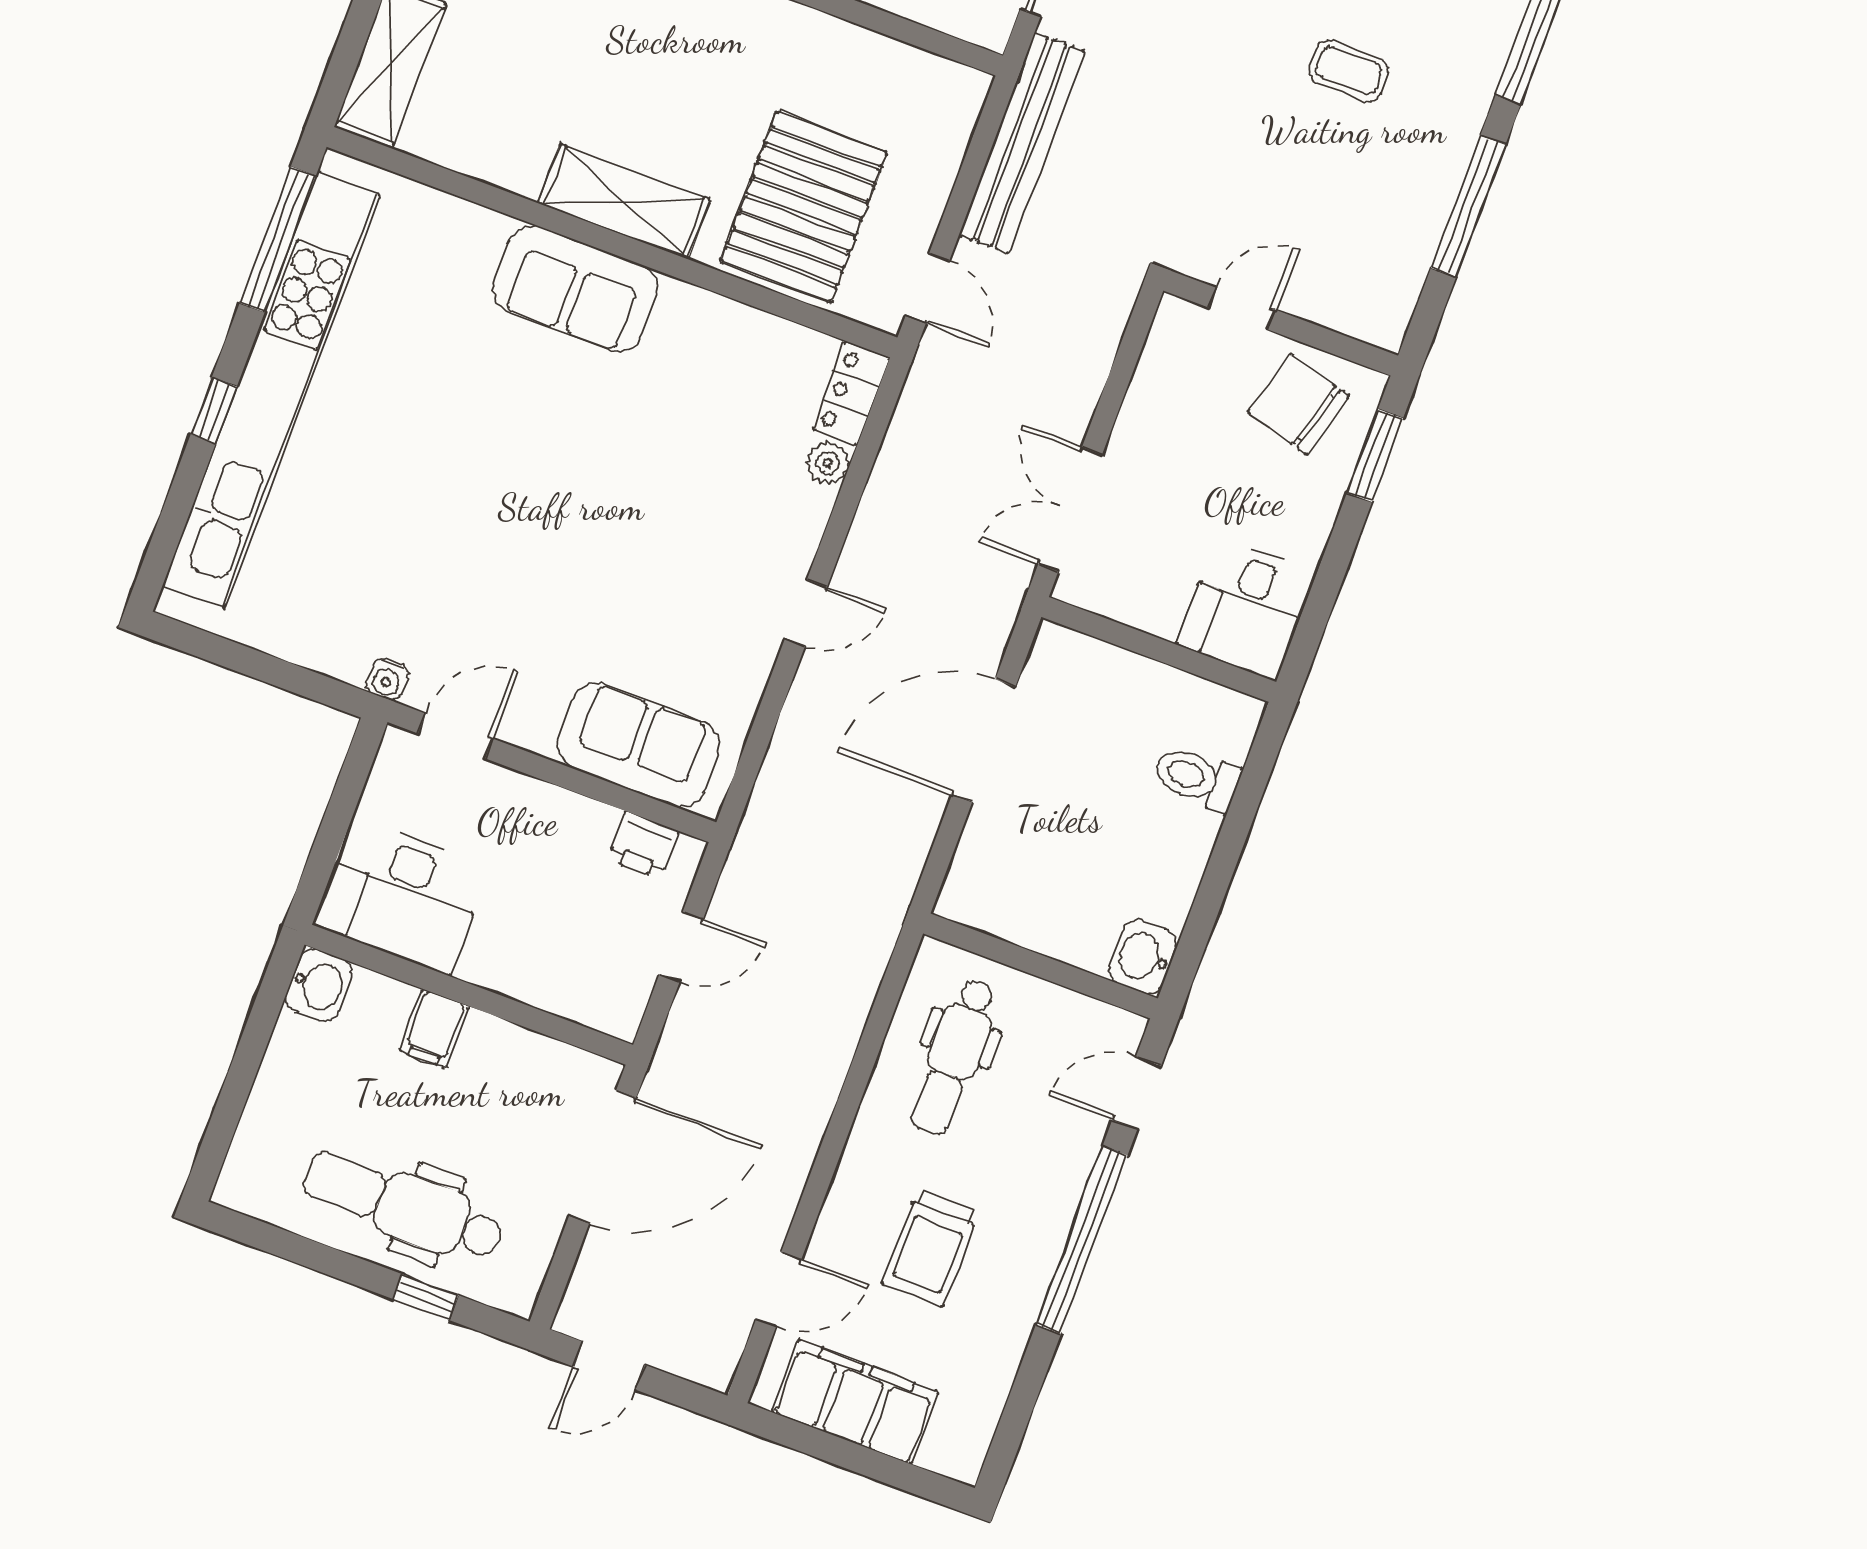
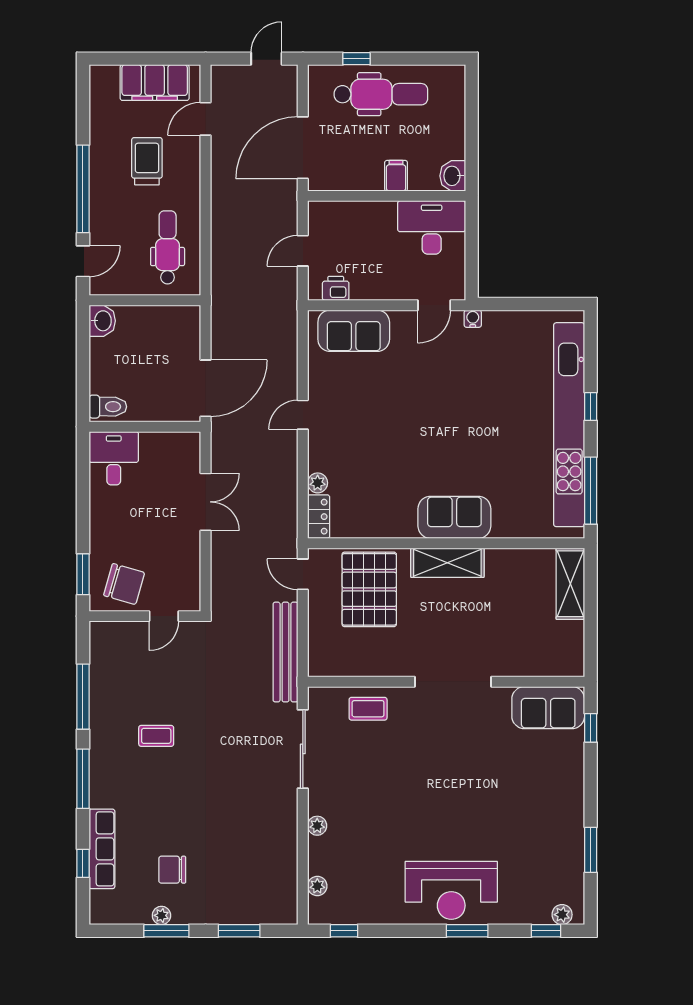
desk: (1246, 609) -> (114, 458), moved
wall: (1159, 650) -> (145, 427), moved

